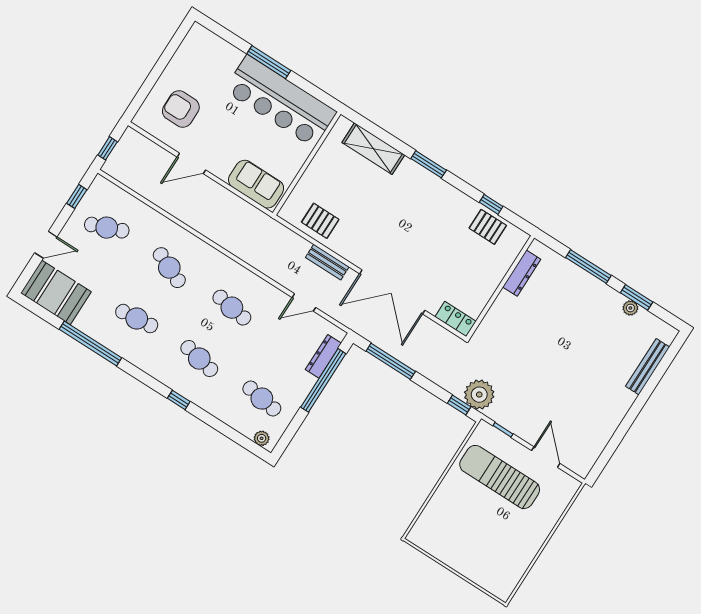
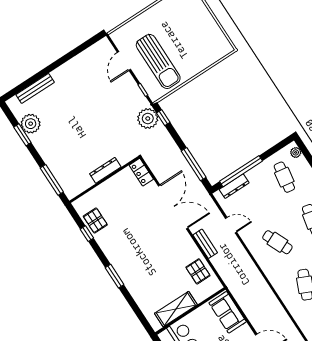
shelving: (373, 149) -> (176, 309), moved, turned 90
window: (588, 267) -> (52, 180), moved
dresser: (522, 273) -> (105, 170), moved
cafe table: (232, 308) -> (277, 242), turned -33
plant: (630, 308) -> (31, 124), width x1.88, depth x1.88

